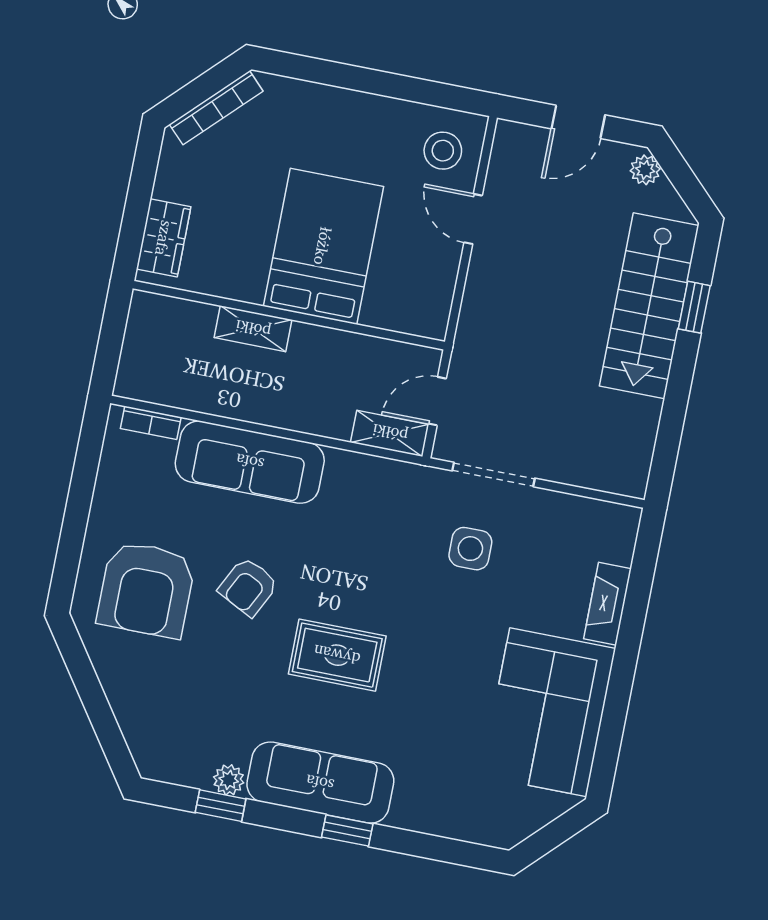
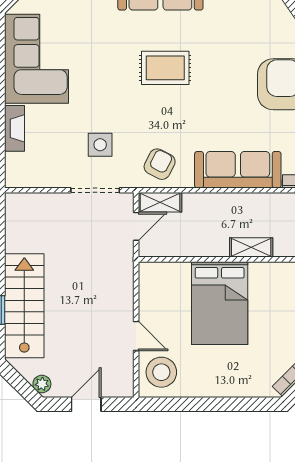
stool: (443, 151) -> (161, 372), width x1.38, depth x1.38
armchair: (248, 587) -> (160, 164), moved

